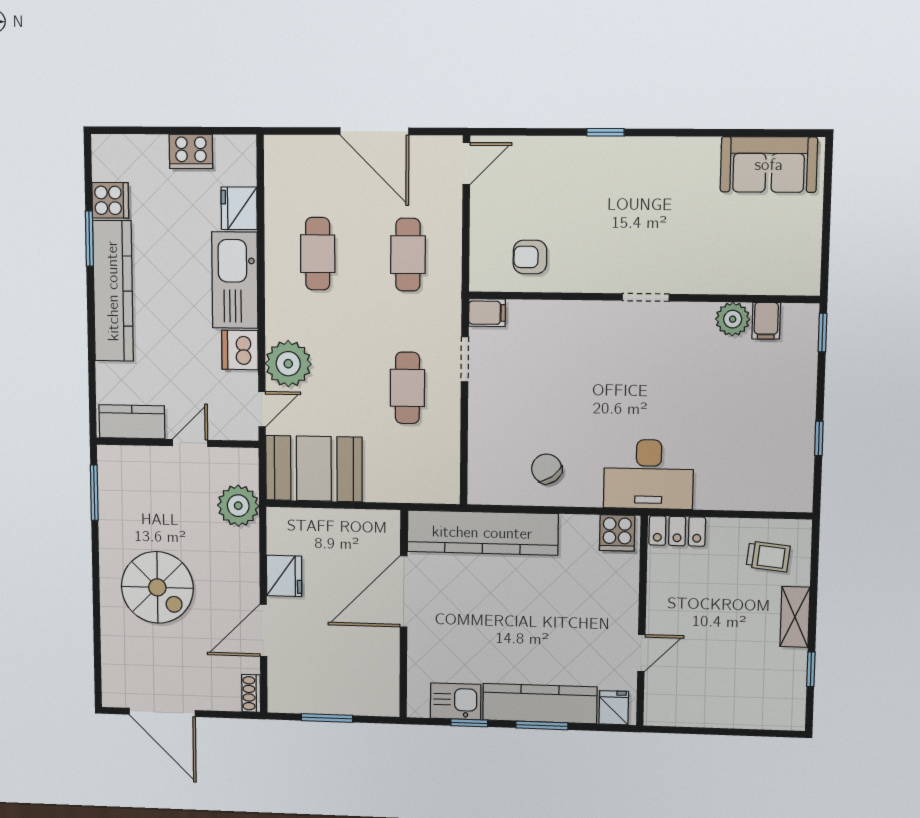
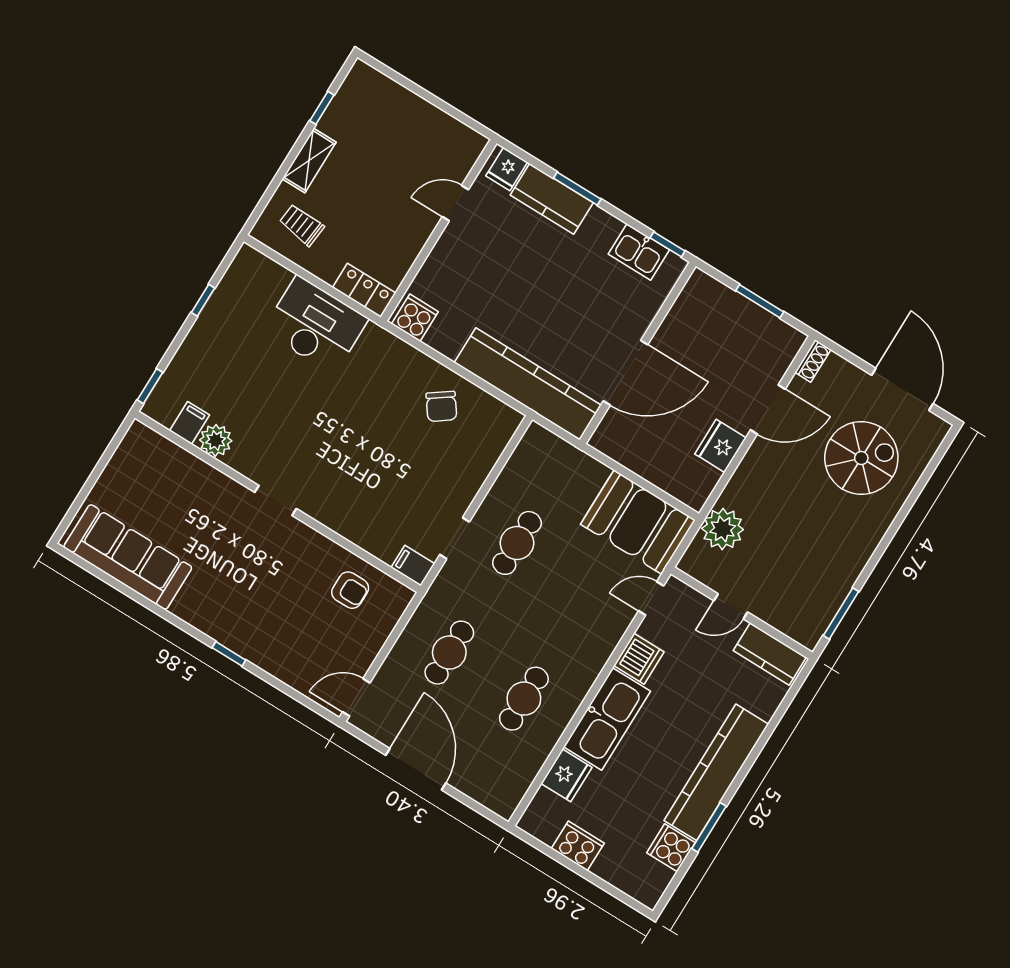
sofa: (769, 165) -> (128, 557), width x1.36
plant: (288, 364) -> (605, 623), removed
desk: (649, 474) -> (315, 325), moved
spiral stairs: (157, 587) -> (861, 458), moved, turned 90
kitchen counter: (540, 704) -> (552, 199), width x0.67
window: (469, 723) -> (668, 244), moved

